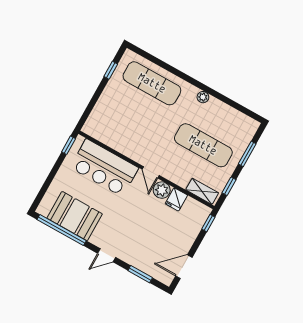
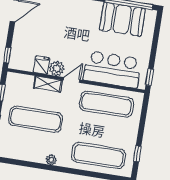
exercise mat: (124, 134) -> (107, 104), added
door: (151, 172) -> (72, 80), hinge flipped
shelving: (202, 191) -> (48, 84), moved

